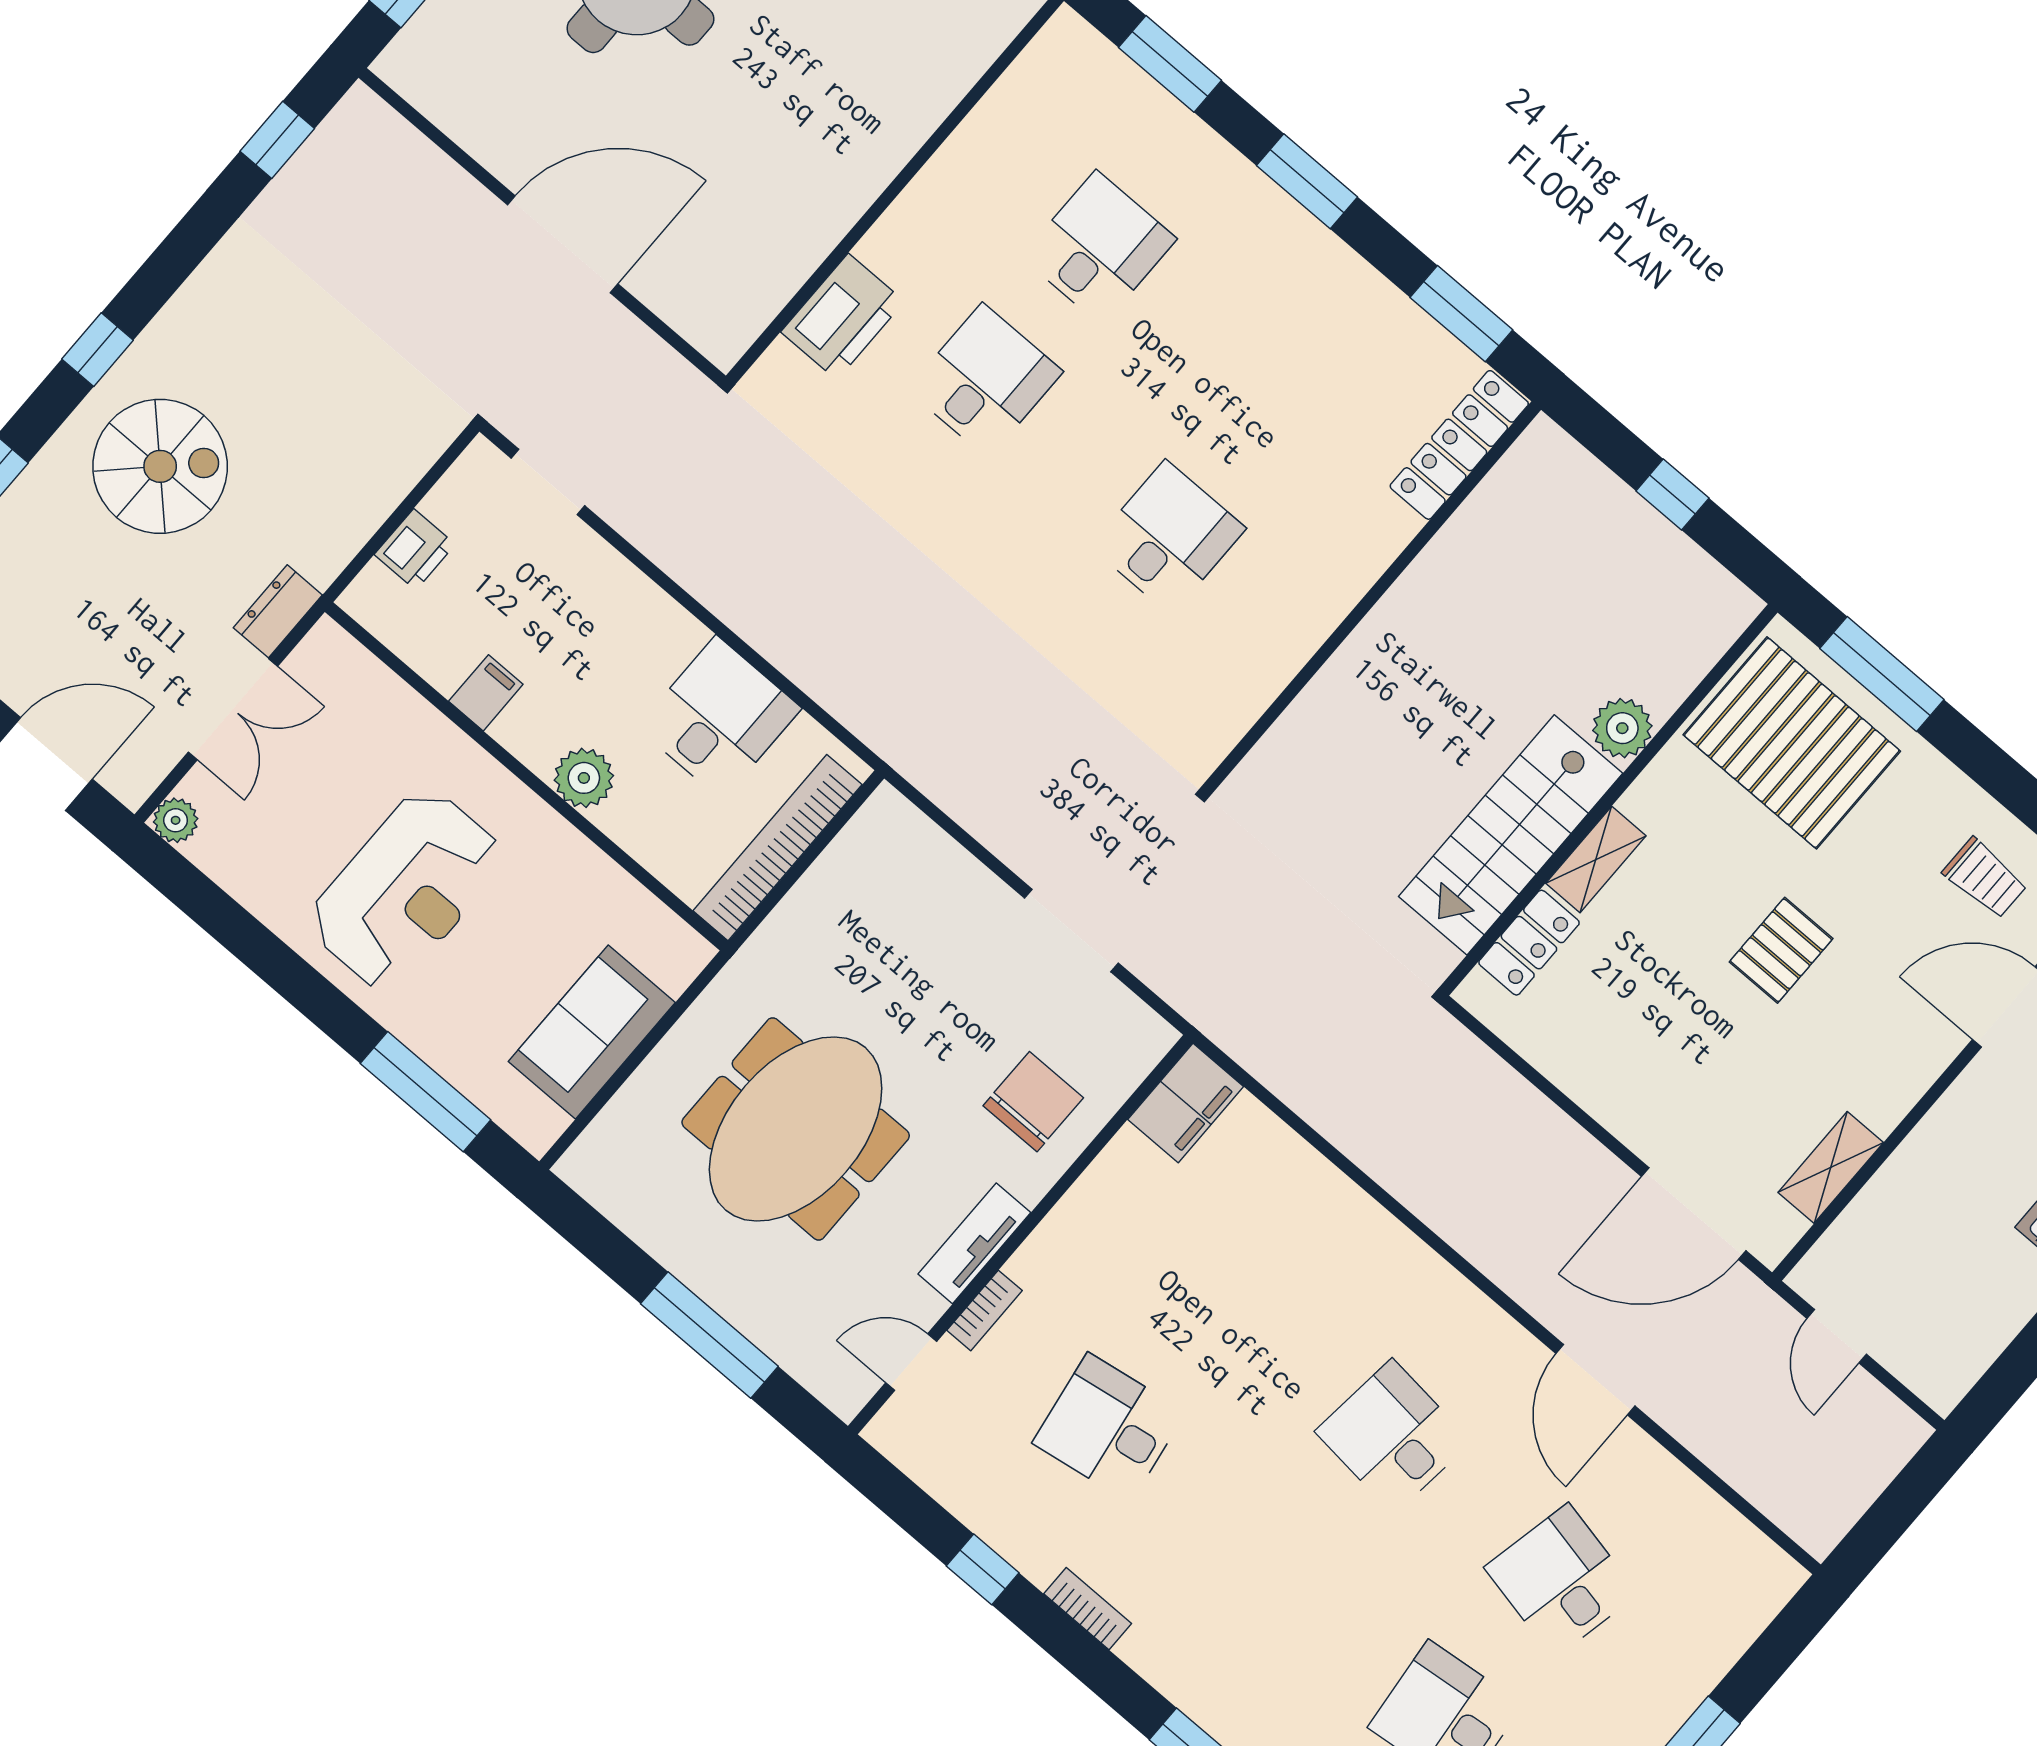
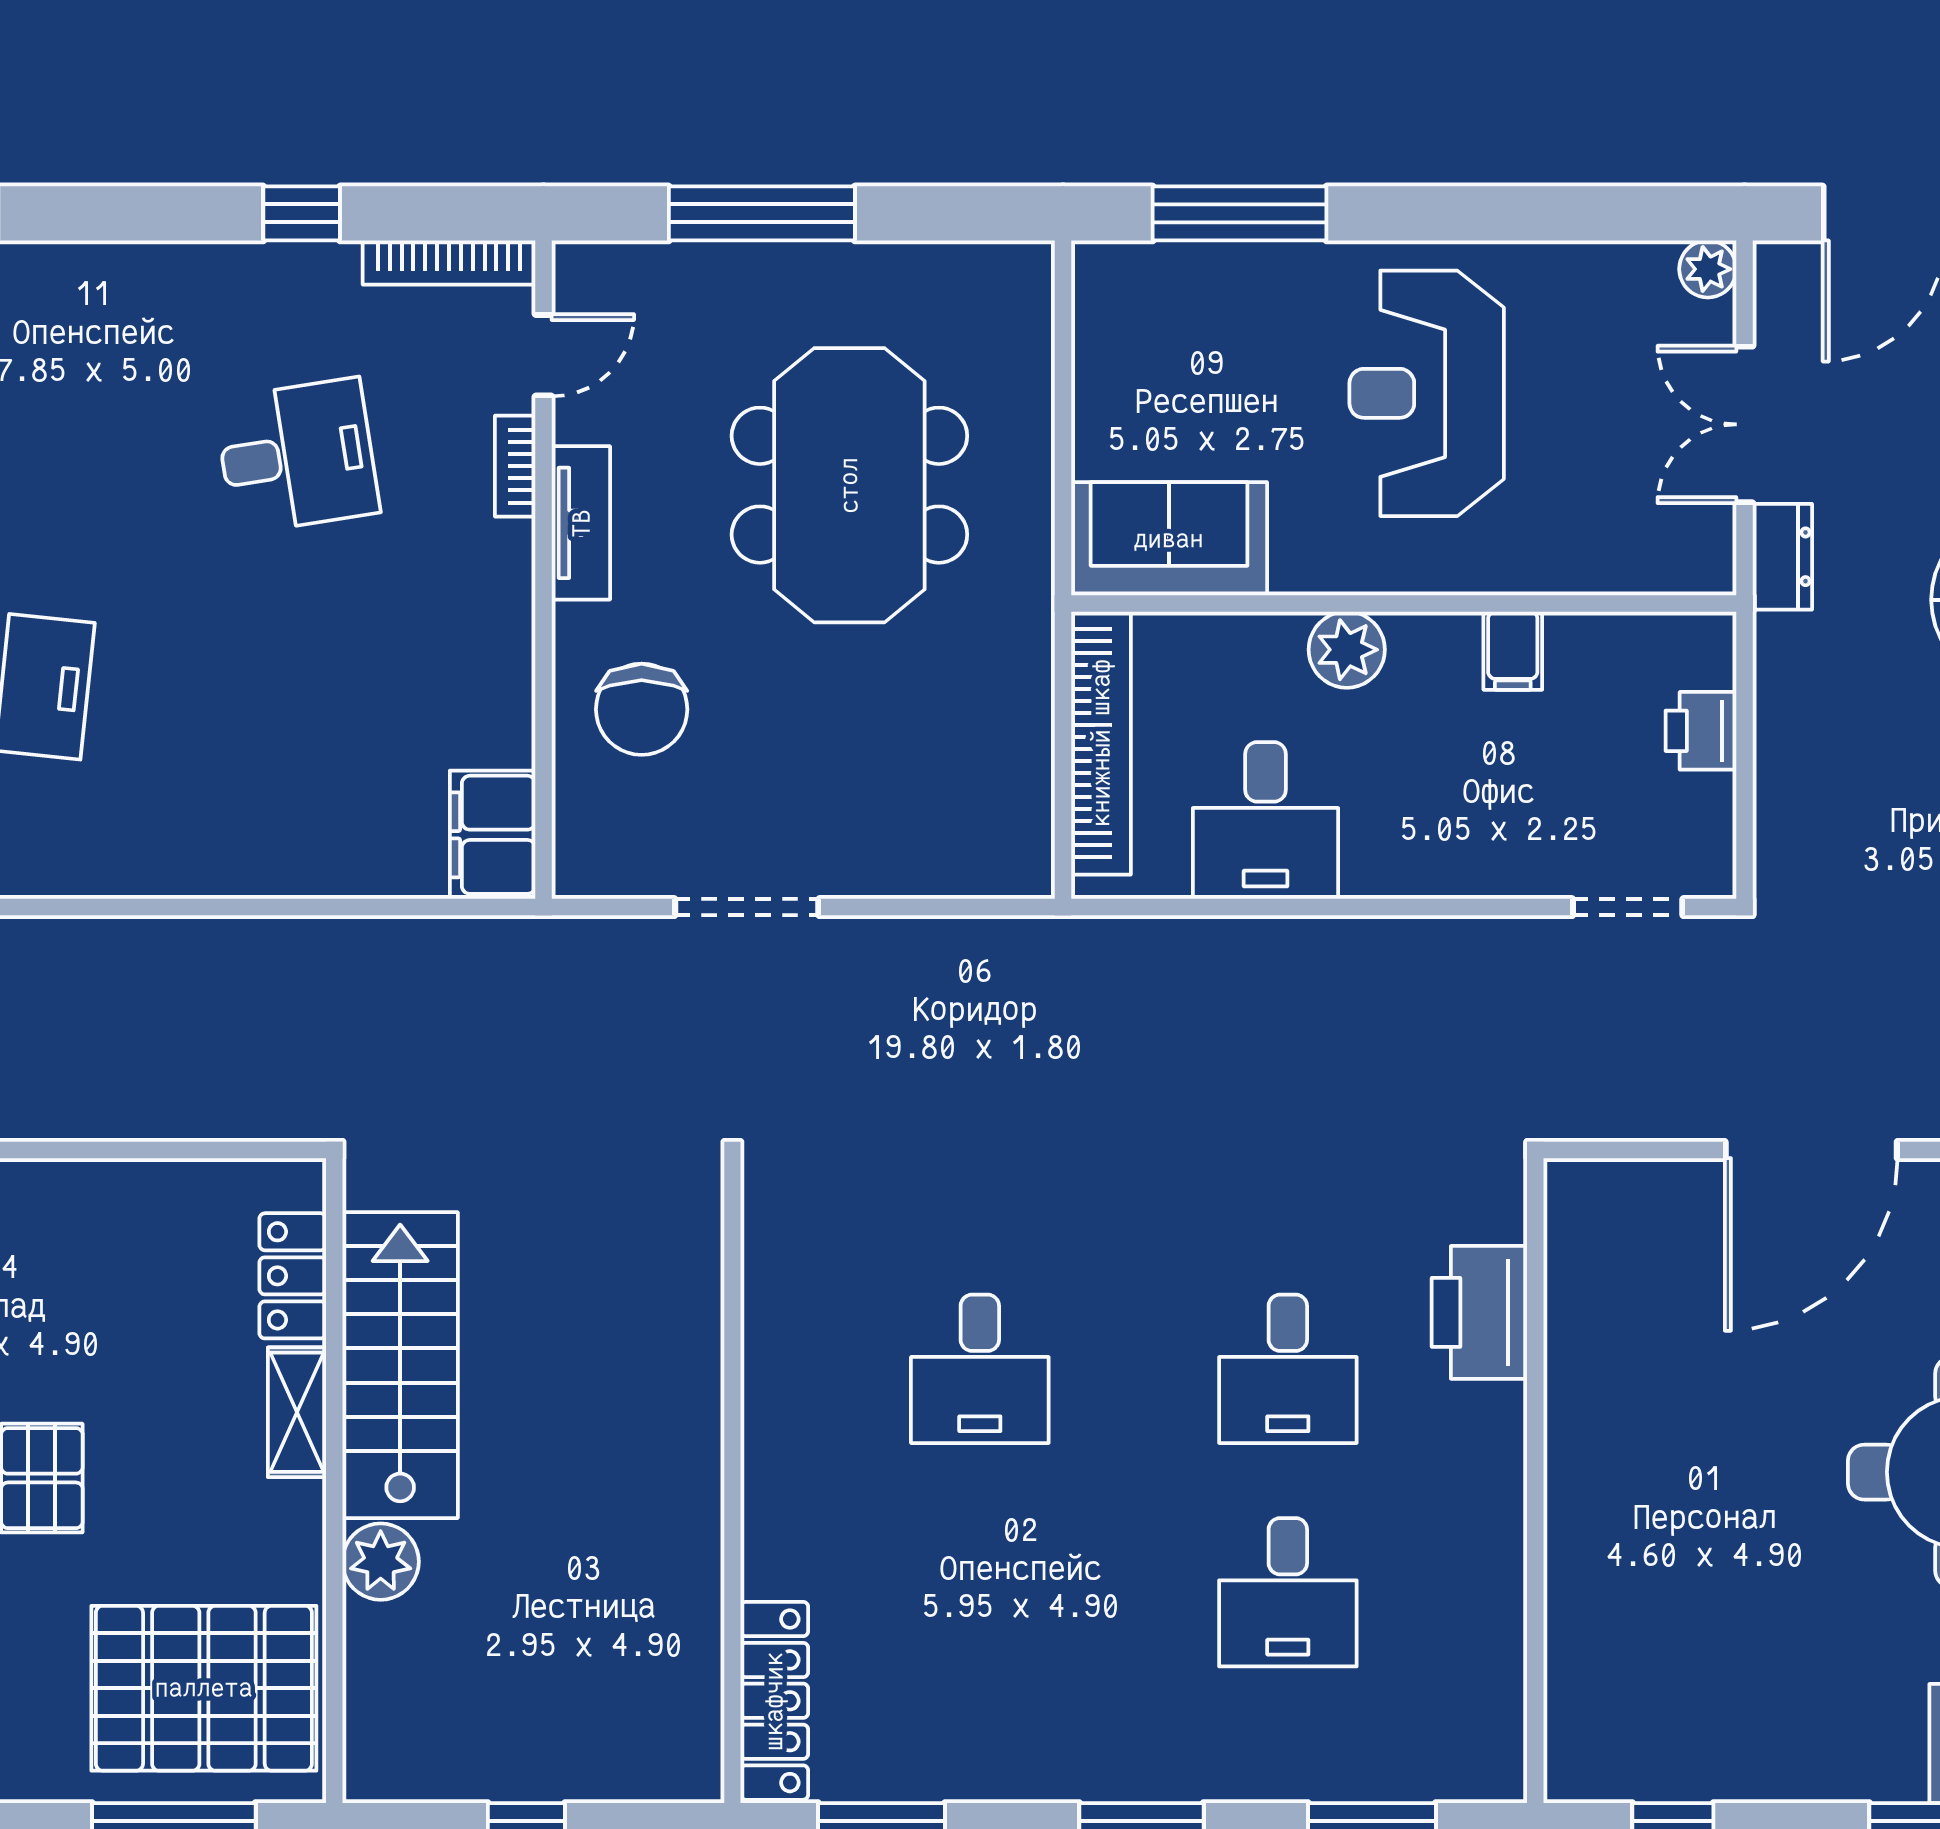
sofa: (592, 1032) -> (1169, 539), moved, turned -90
bookcase: (1088, 1609) -> (449, 263), moved, width x1.56

